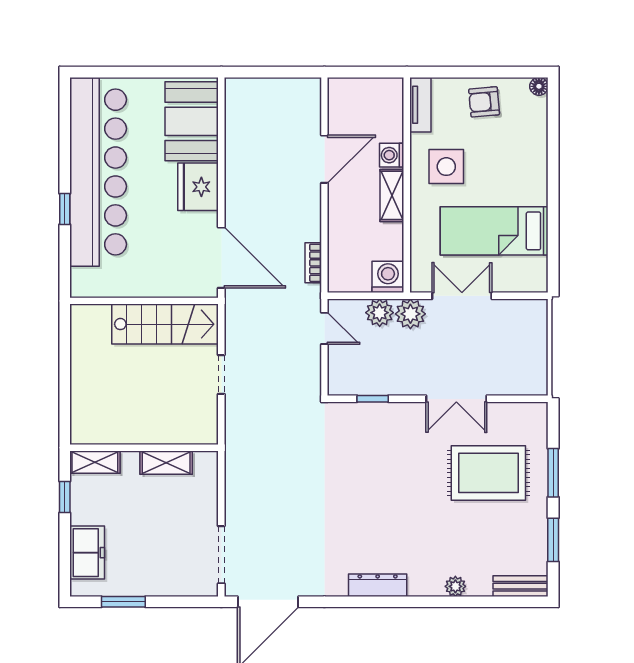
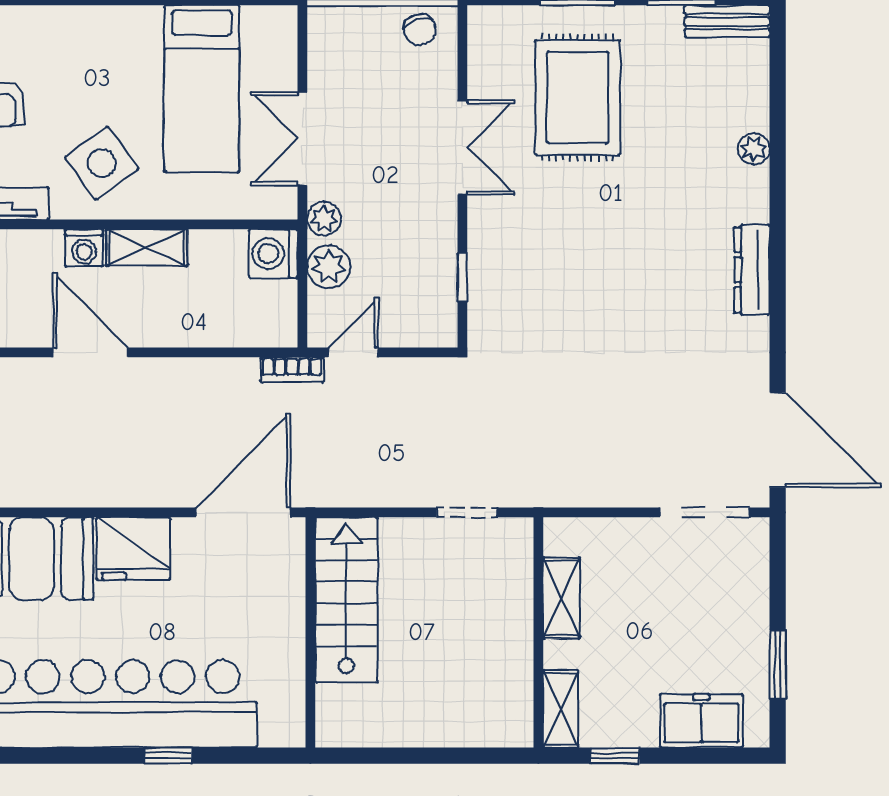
side table: (446, 167) -> (102, 163), turned -36
bookcase: (313, 263) -> (292, 370), moved
plant: (410, 314) -> (324, 219), width x0.73, depth x0.73
chair: (532, 371) -> (420, 30), added
doorway: (221, 375) -> (467, 512), moved
bench: (521, 586) -> (727, 21), moved, turned 90

